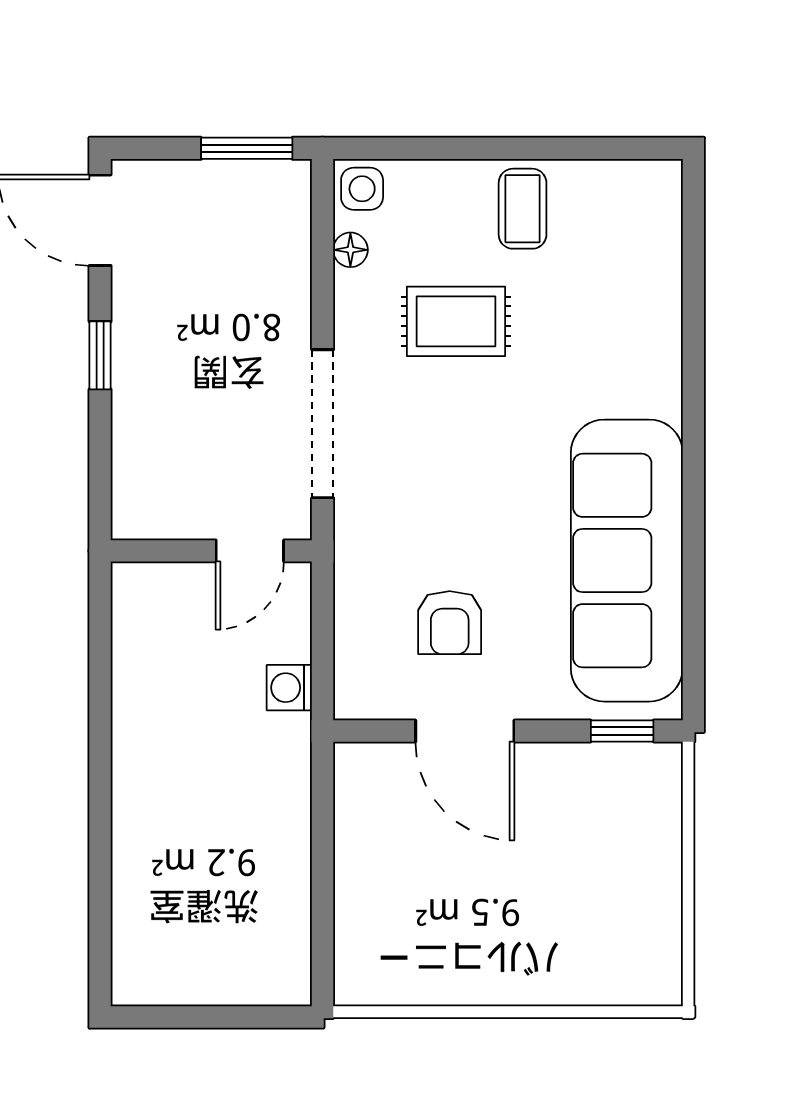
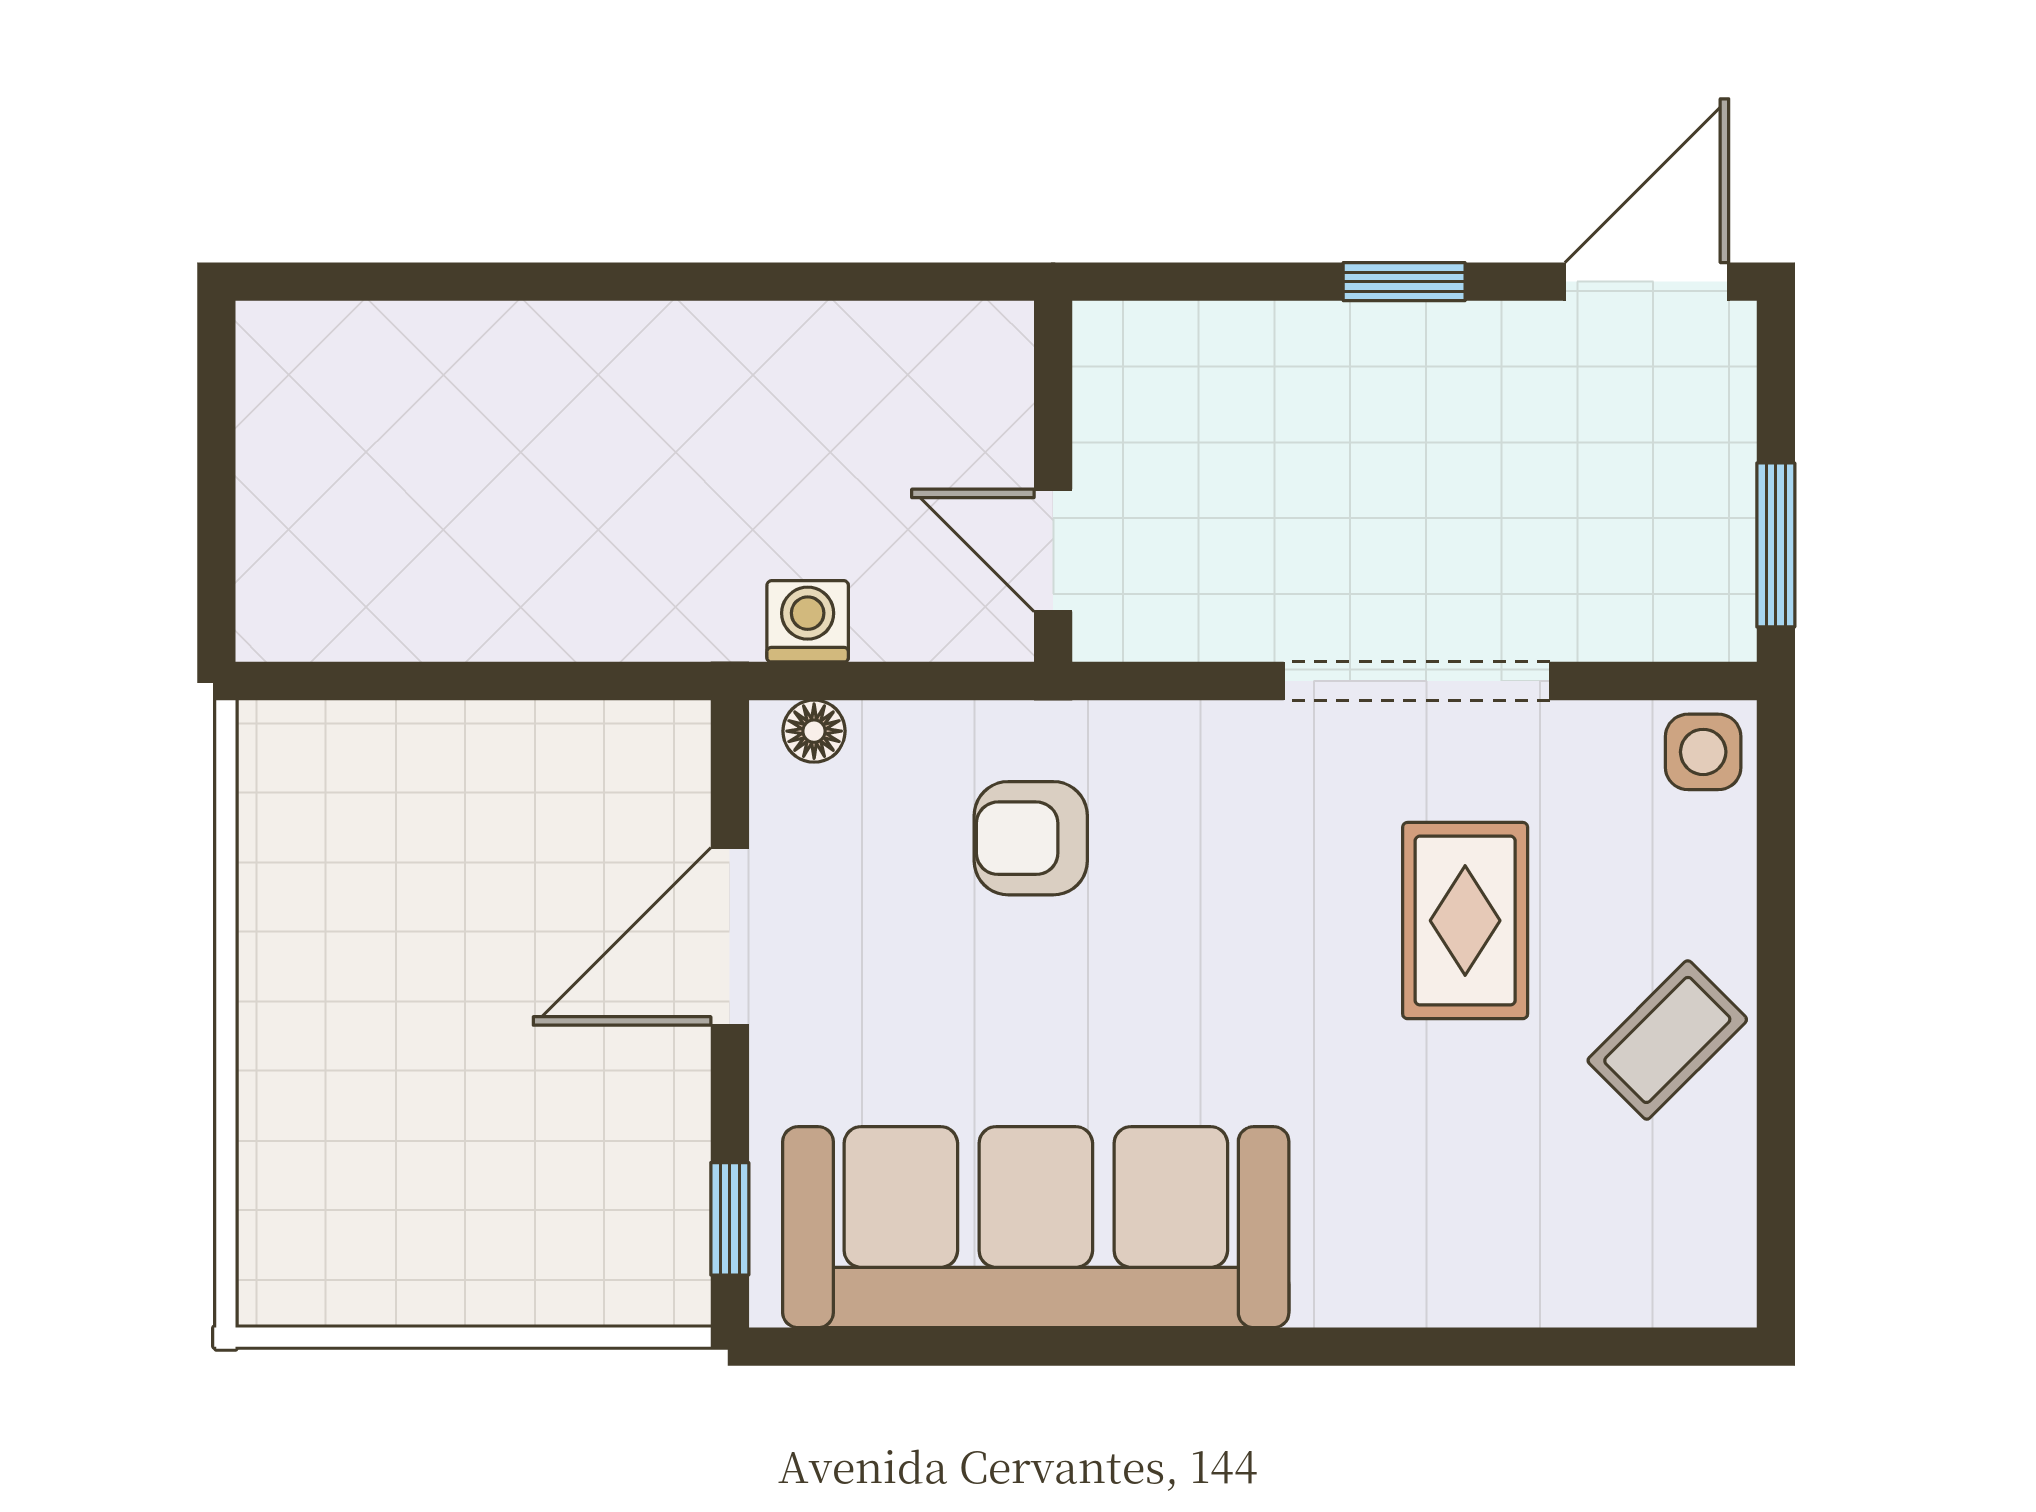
coffee table: (523, 209) -> (1667, 1040), turned -45
floor lamp: (350, 250) -> (814, 731), moved
doorway: (323, 424) -> (1417, 681), moved
armchair: (450, 623) -> (1031, 838), moved

